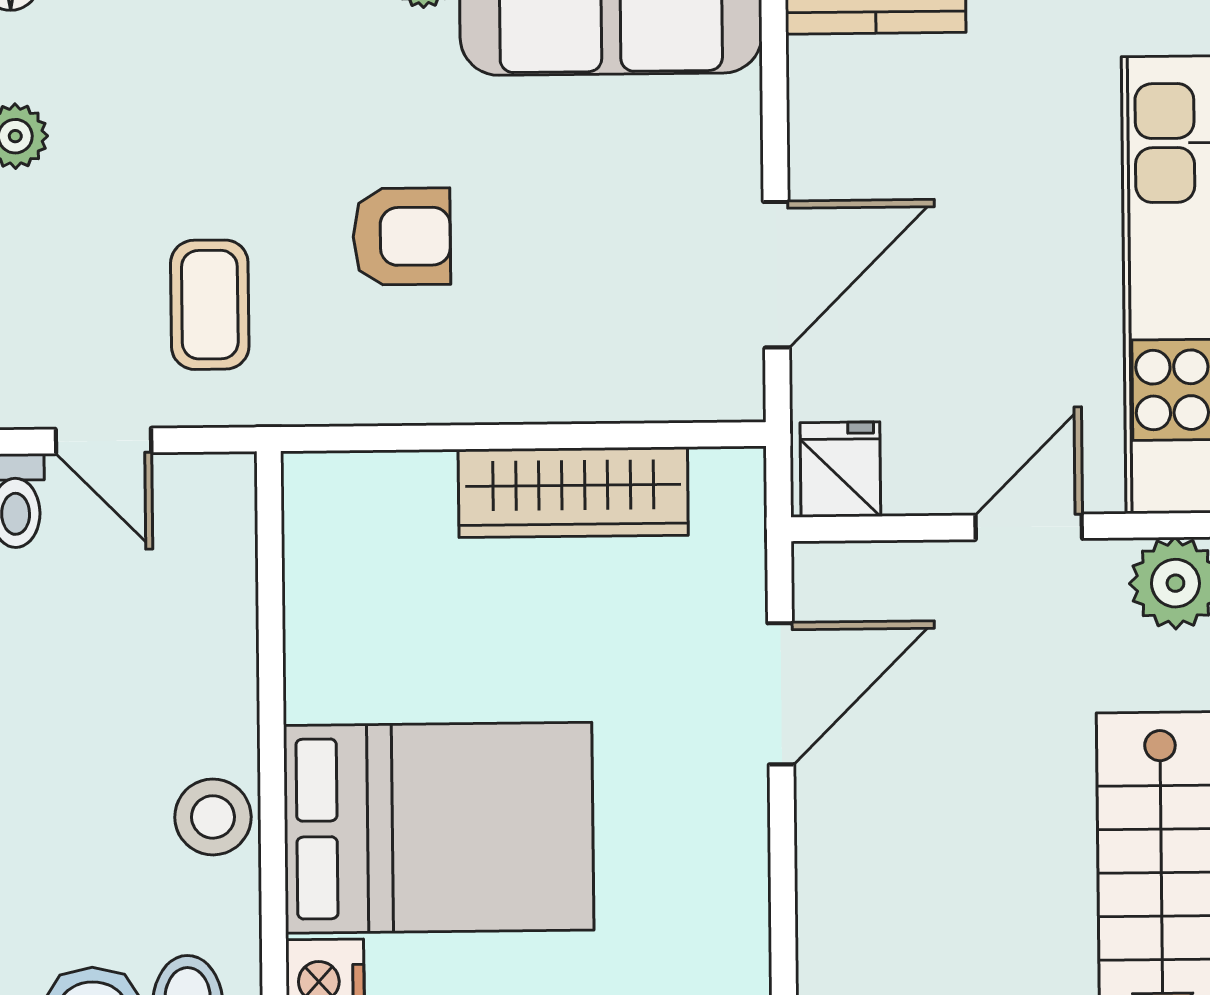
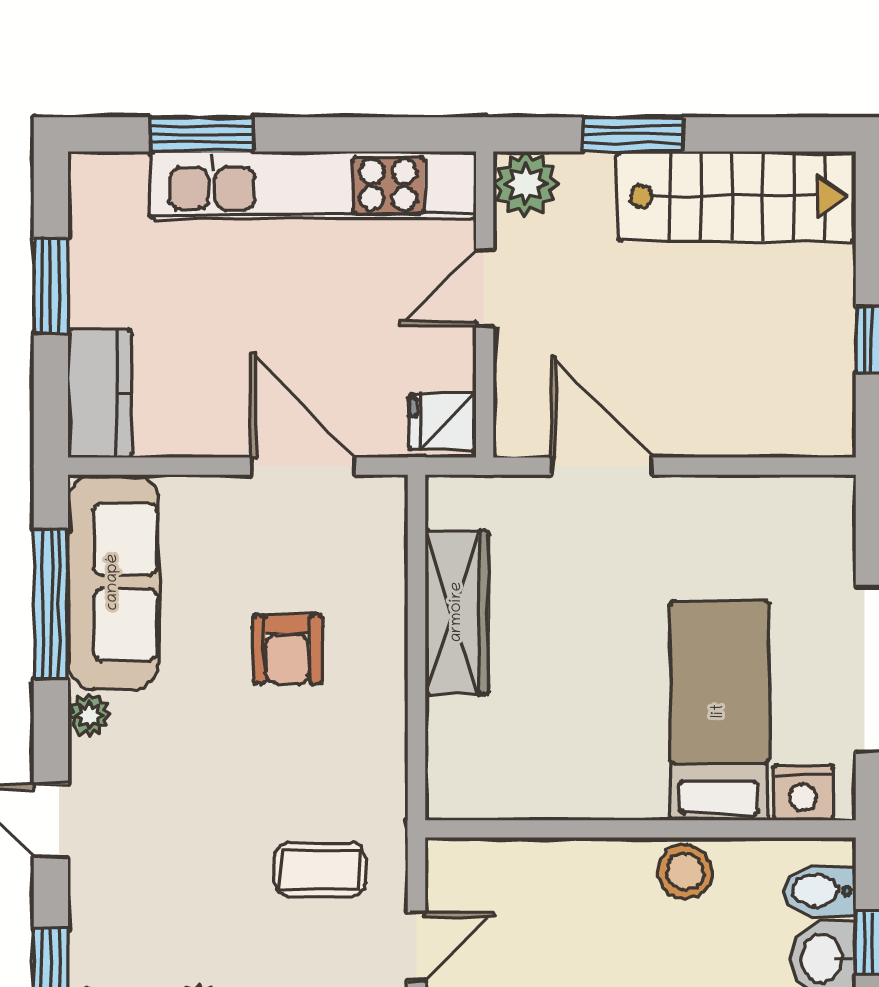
armchair: (402, 236) -> (288, 649), moved, turned 180
door: (1029, 527) -> (485, 288), hinge flipped
bed: (439, 828) -> (719, 711), width x0.67

